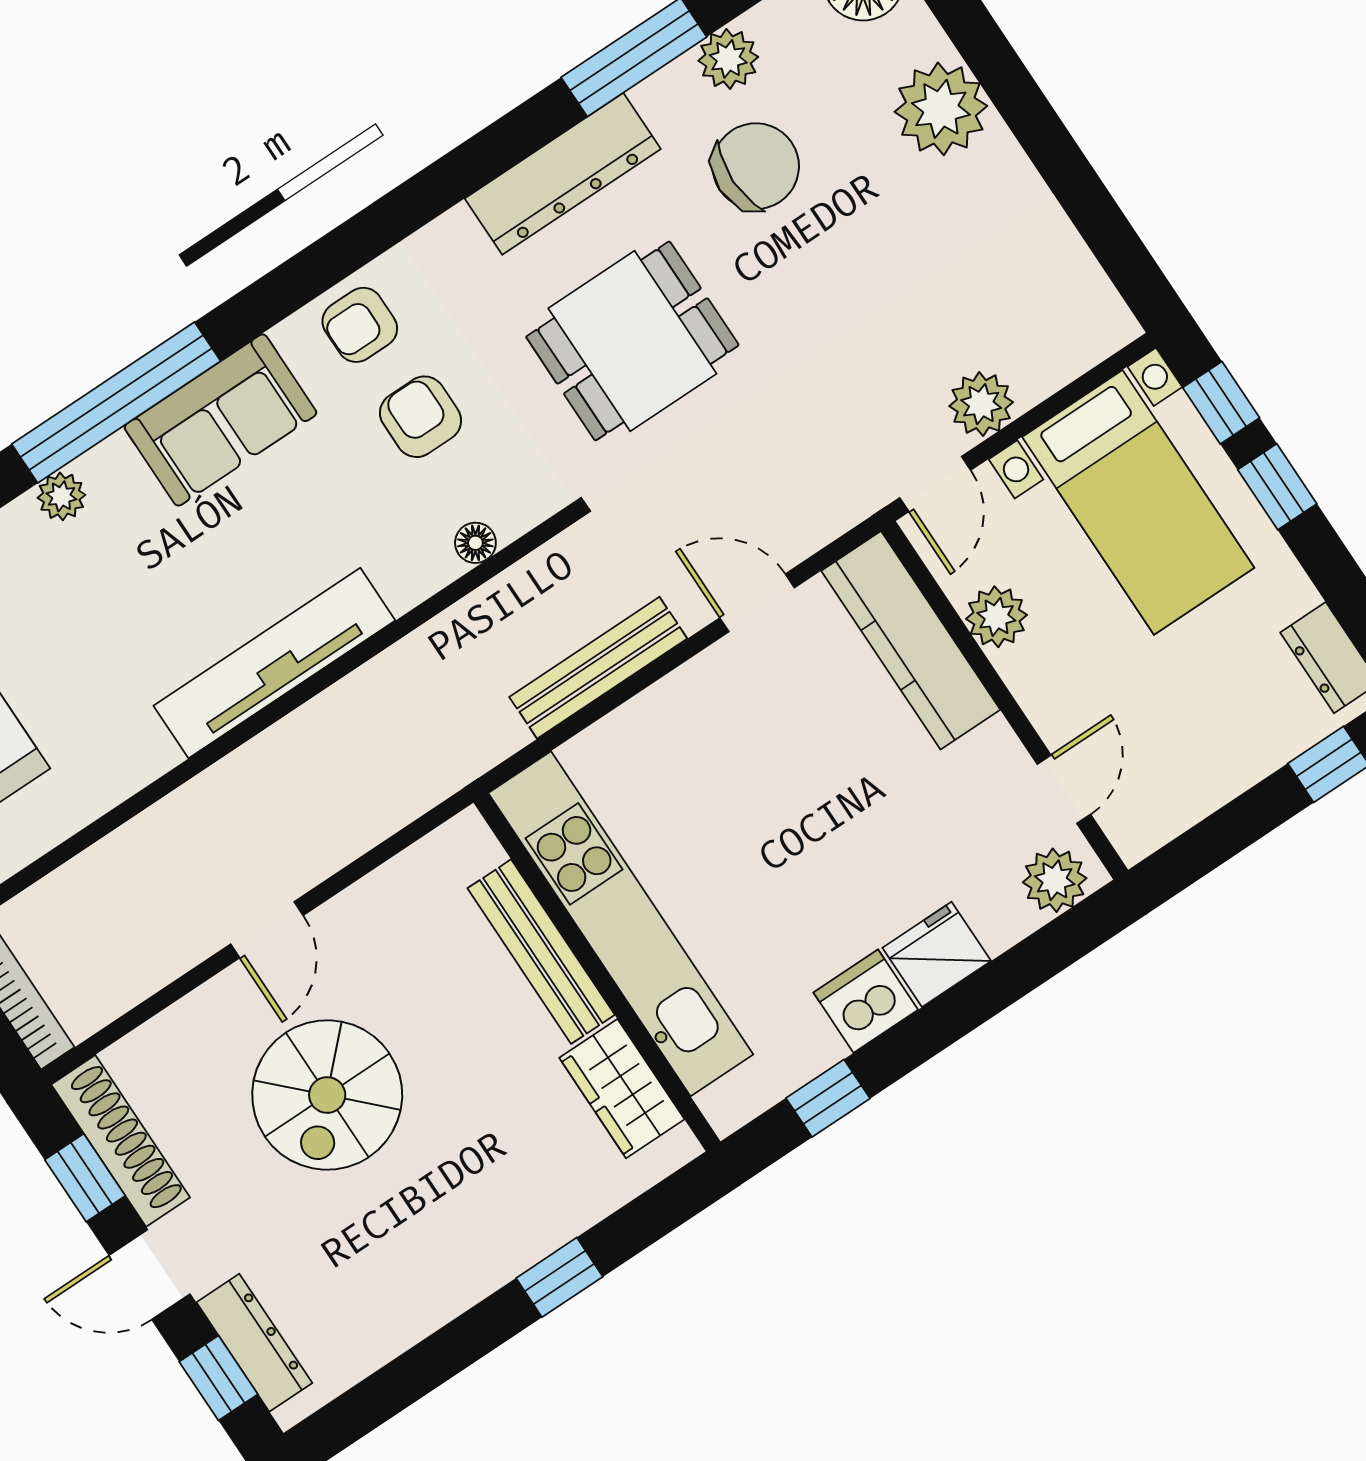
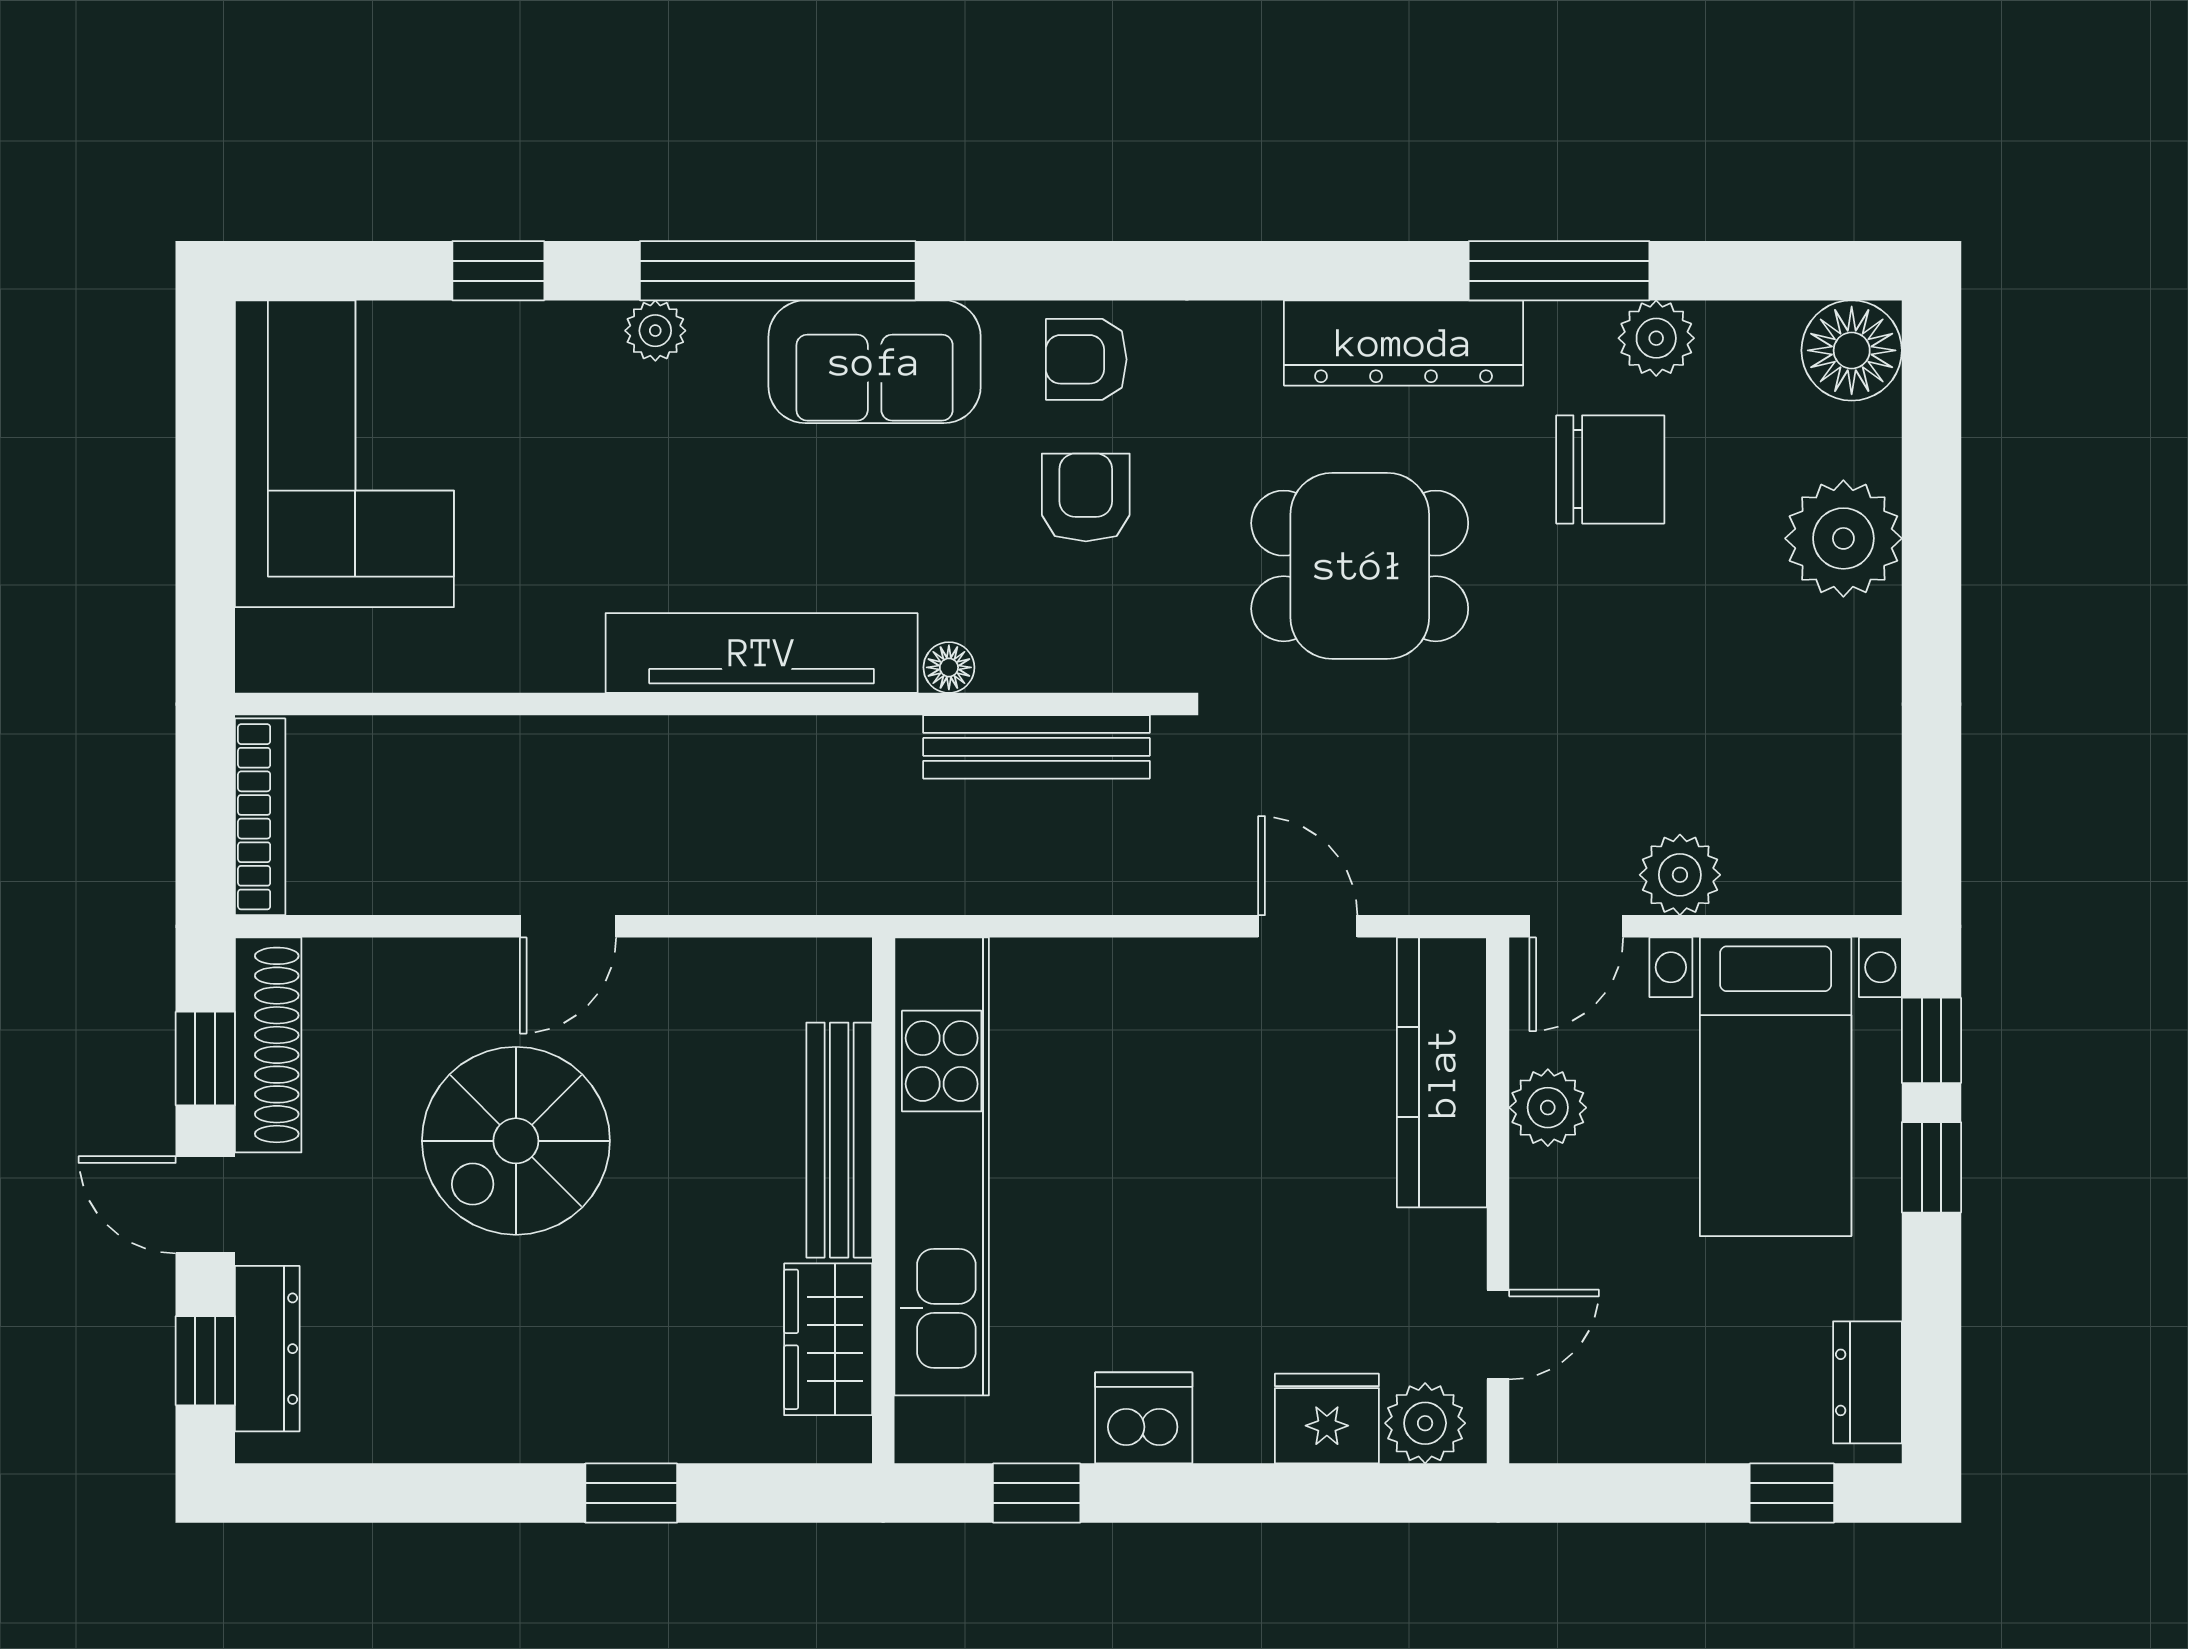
floor lamp: (475, 543) -> (949, 667), moved
bench: (598, 668) -> (1036, 747), moved
fridge: (937, 954) -> (1327, 1419), moved

